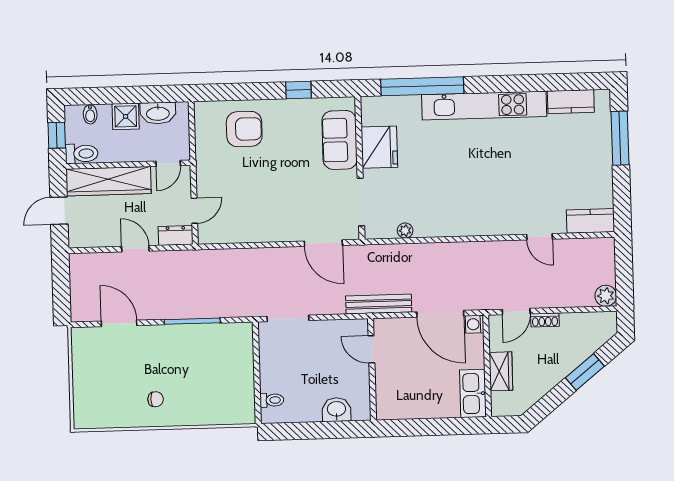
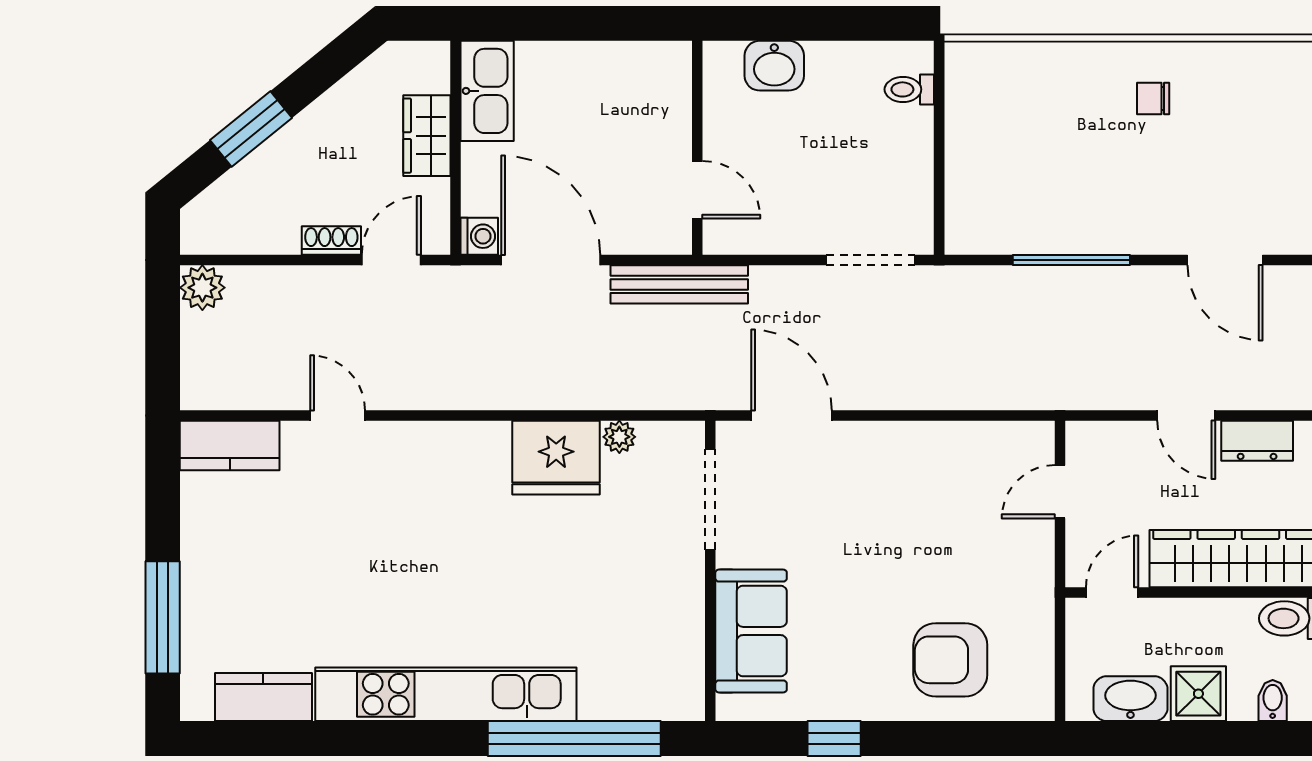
fridge: (379, 147) -> (556, 458), moved, turned -90
dresser: (176, 236) -> (1257, 441), moved

